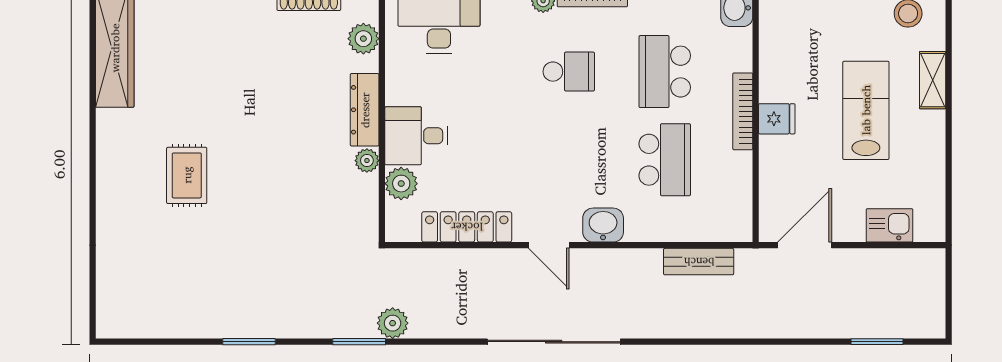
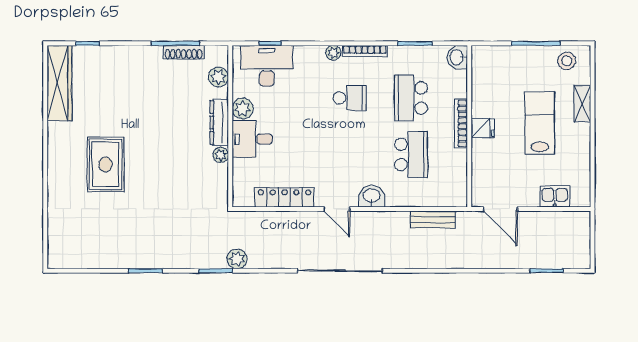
rug: (187, 175) -> (105, 164), width x1.36, depth x1.43
plant: (401, 184) -> (243, 109), moved
door: (805, 245) -> (500, 209), swing flipped

